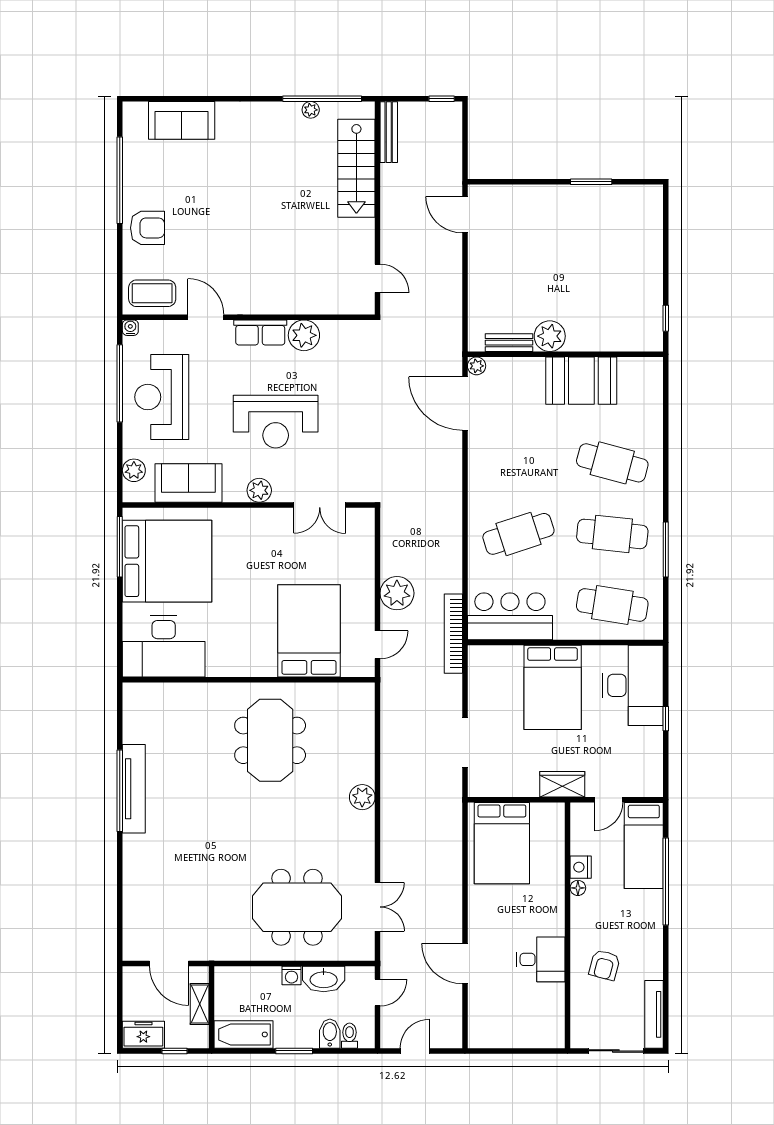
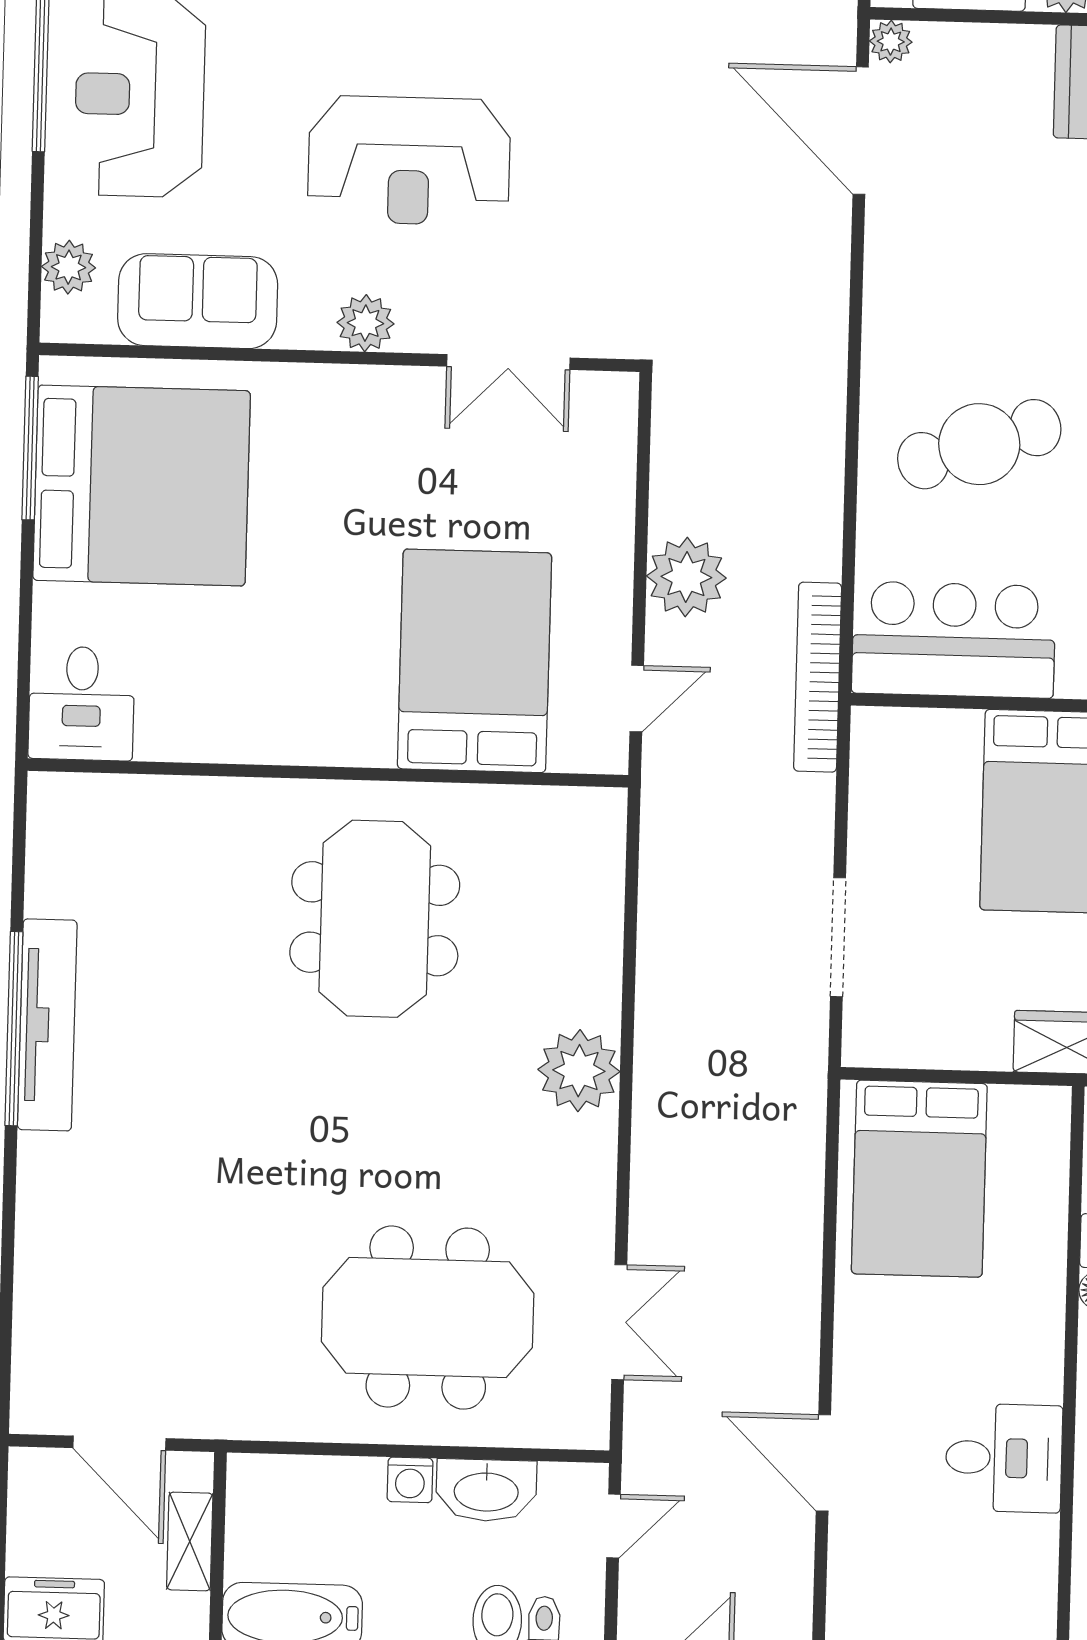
desk: (164, 646) -> (82, 703), width x0.53, depth x0.77
plant: (362, 797) -> (579, 1071), width x1.36, depth x1.36

